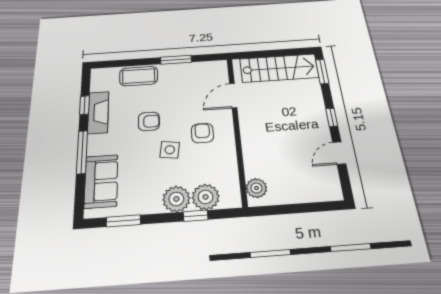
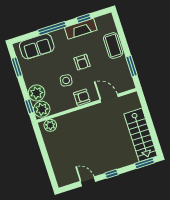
door: (233, 96) -> (109, 98), moved
wall: (237, 128) -> (87, 105), moved
plant: (256, 188) -> (50, 125), moved

